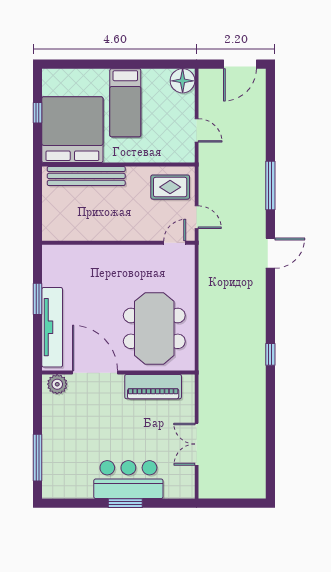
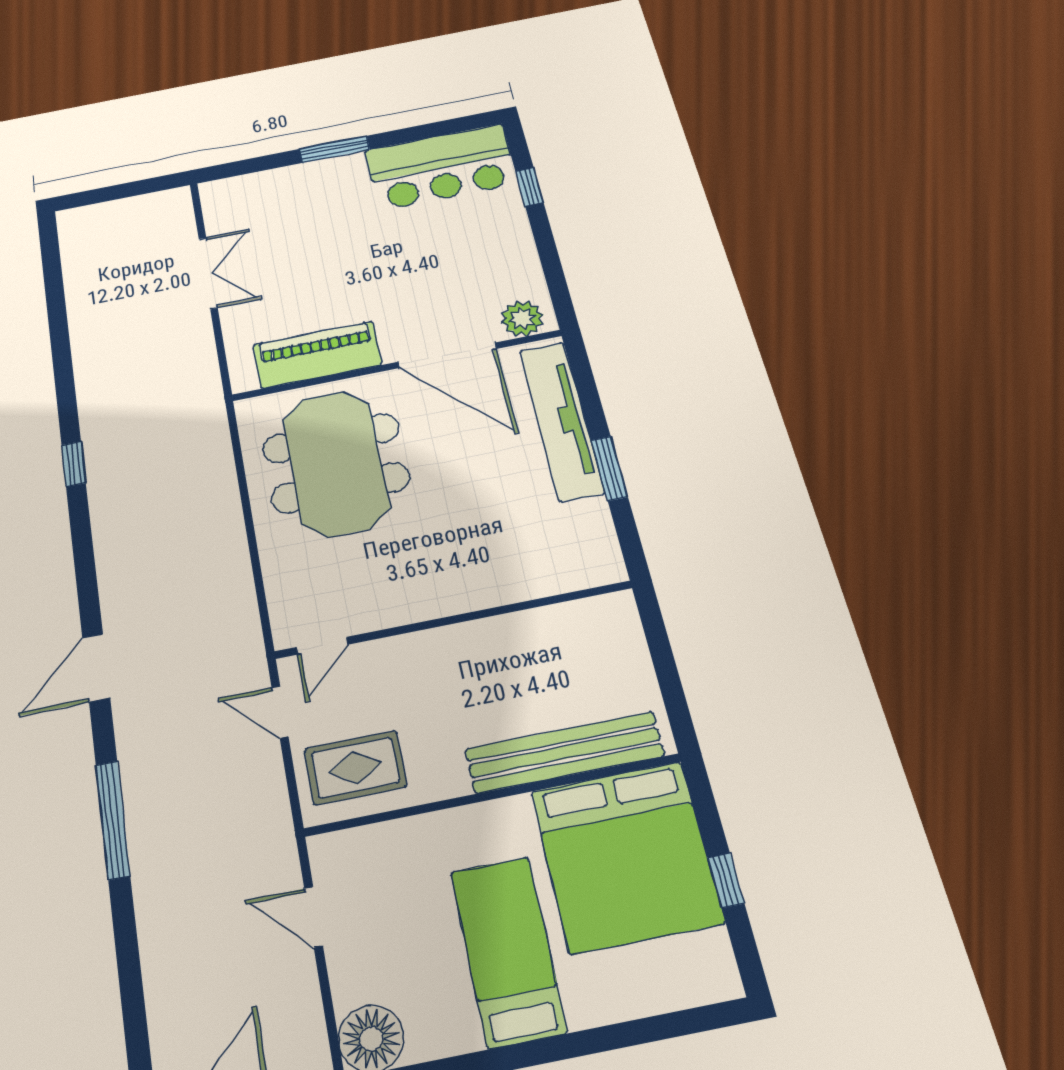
window: (37, 458) -> (529, 187), width x0.46
bar counter: (128, 480) -> (441, 167), moved

